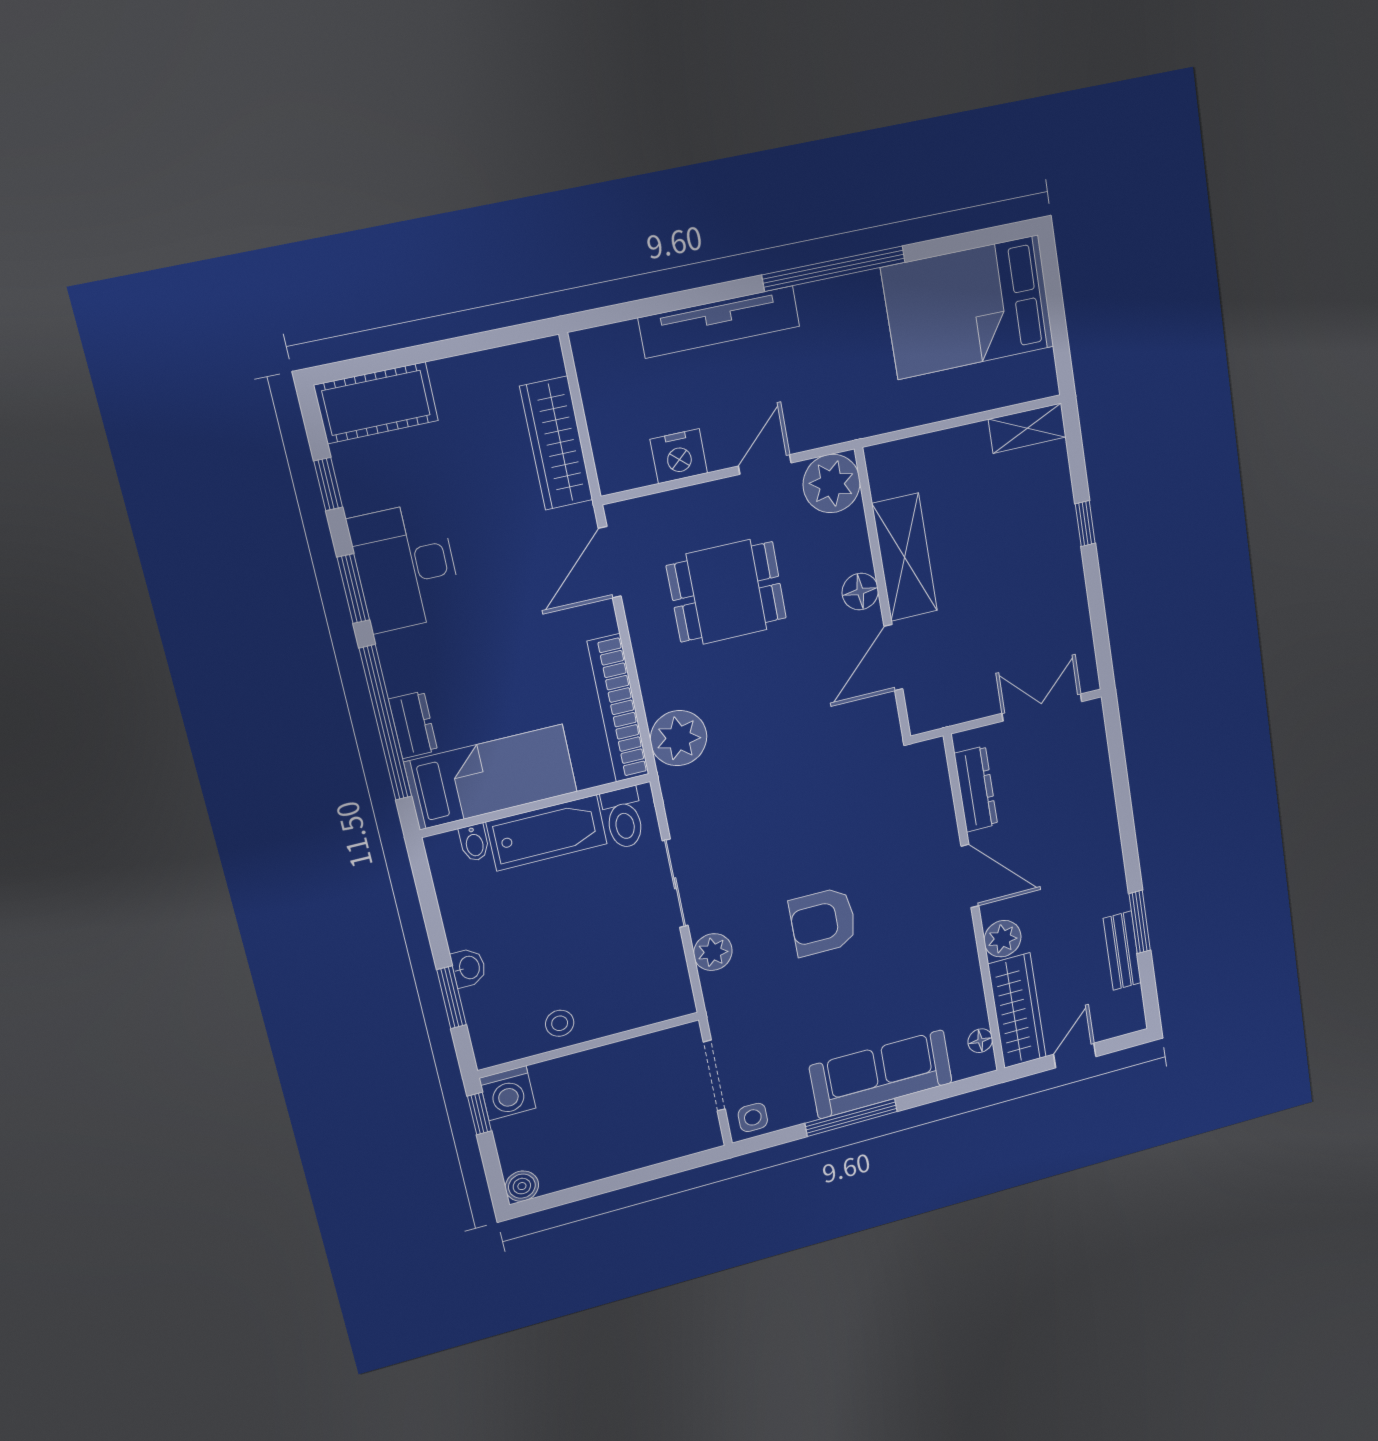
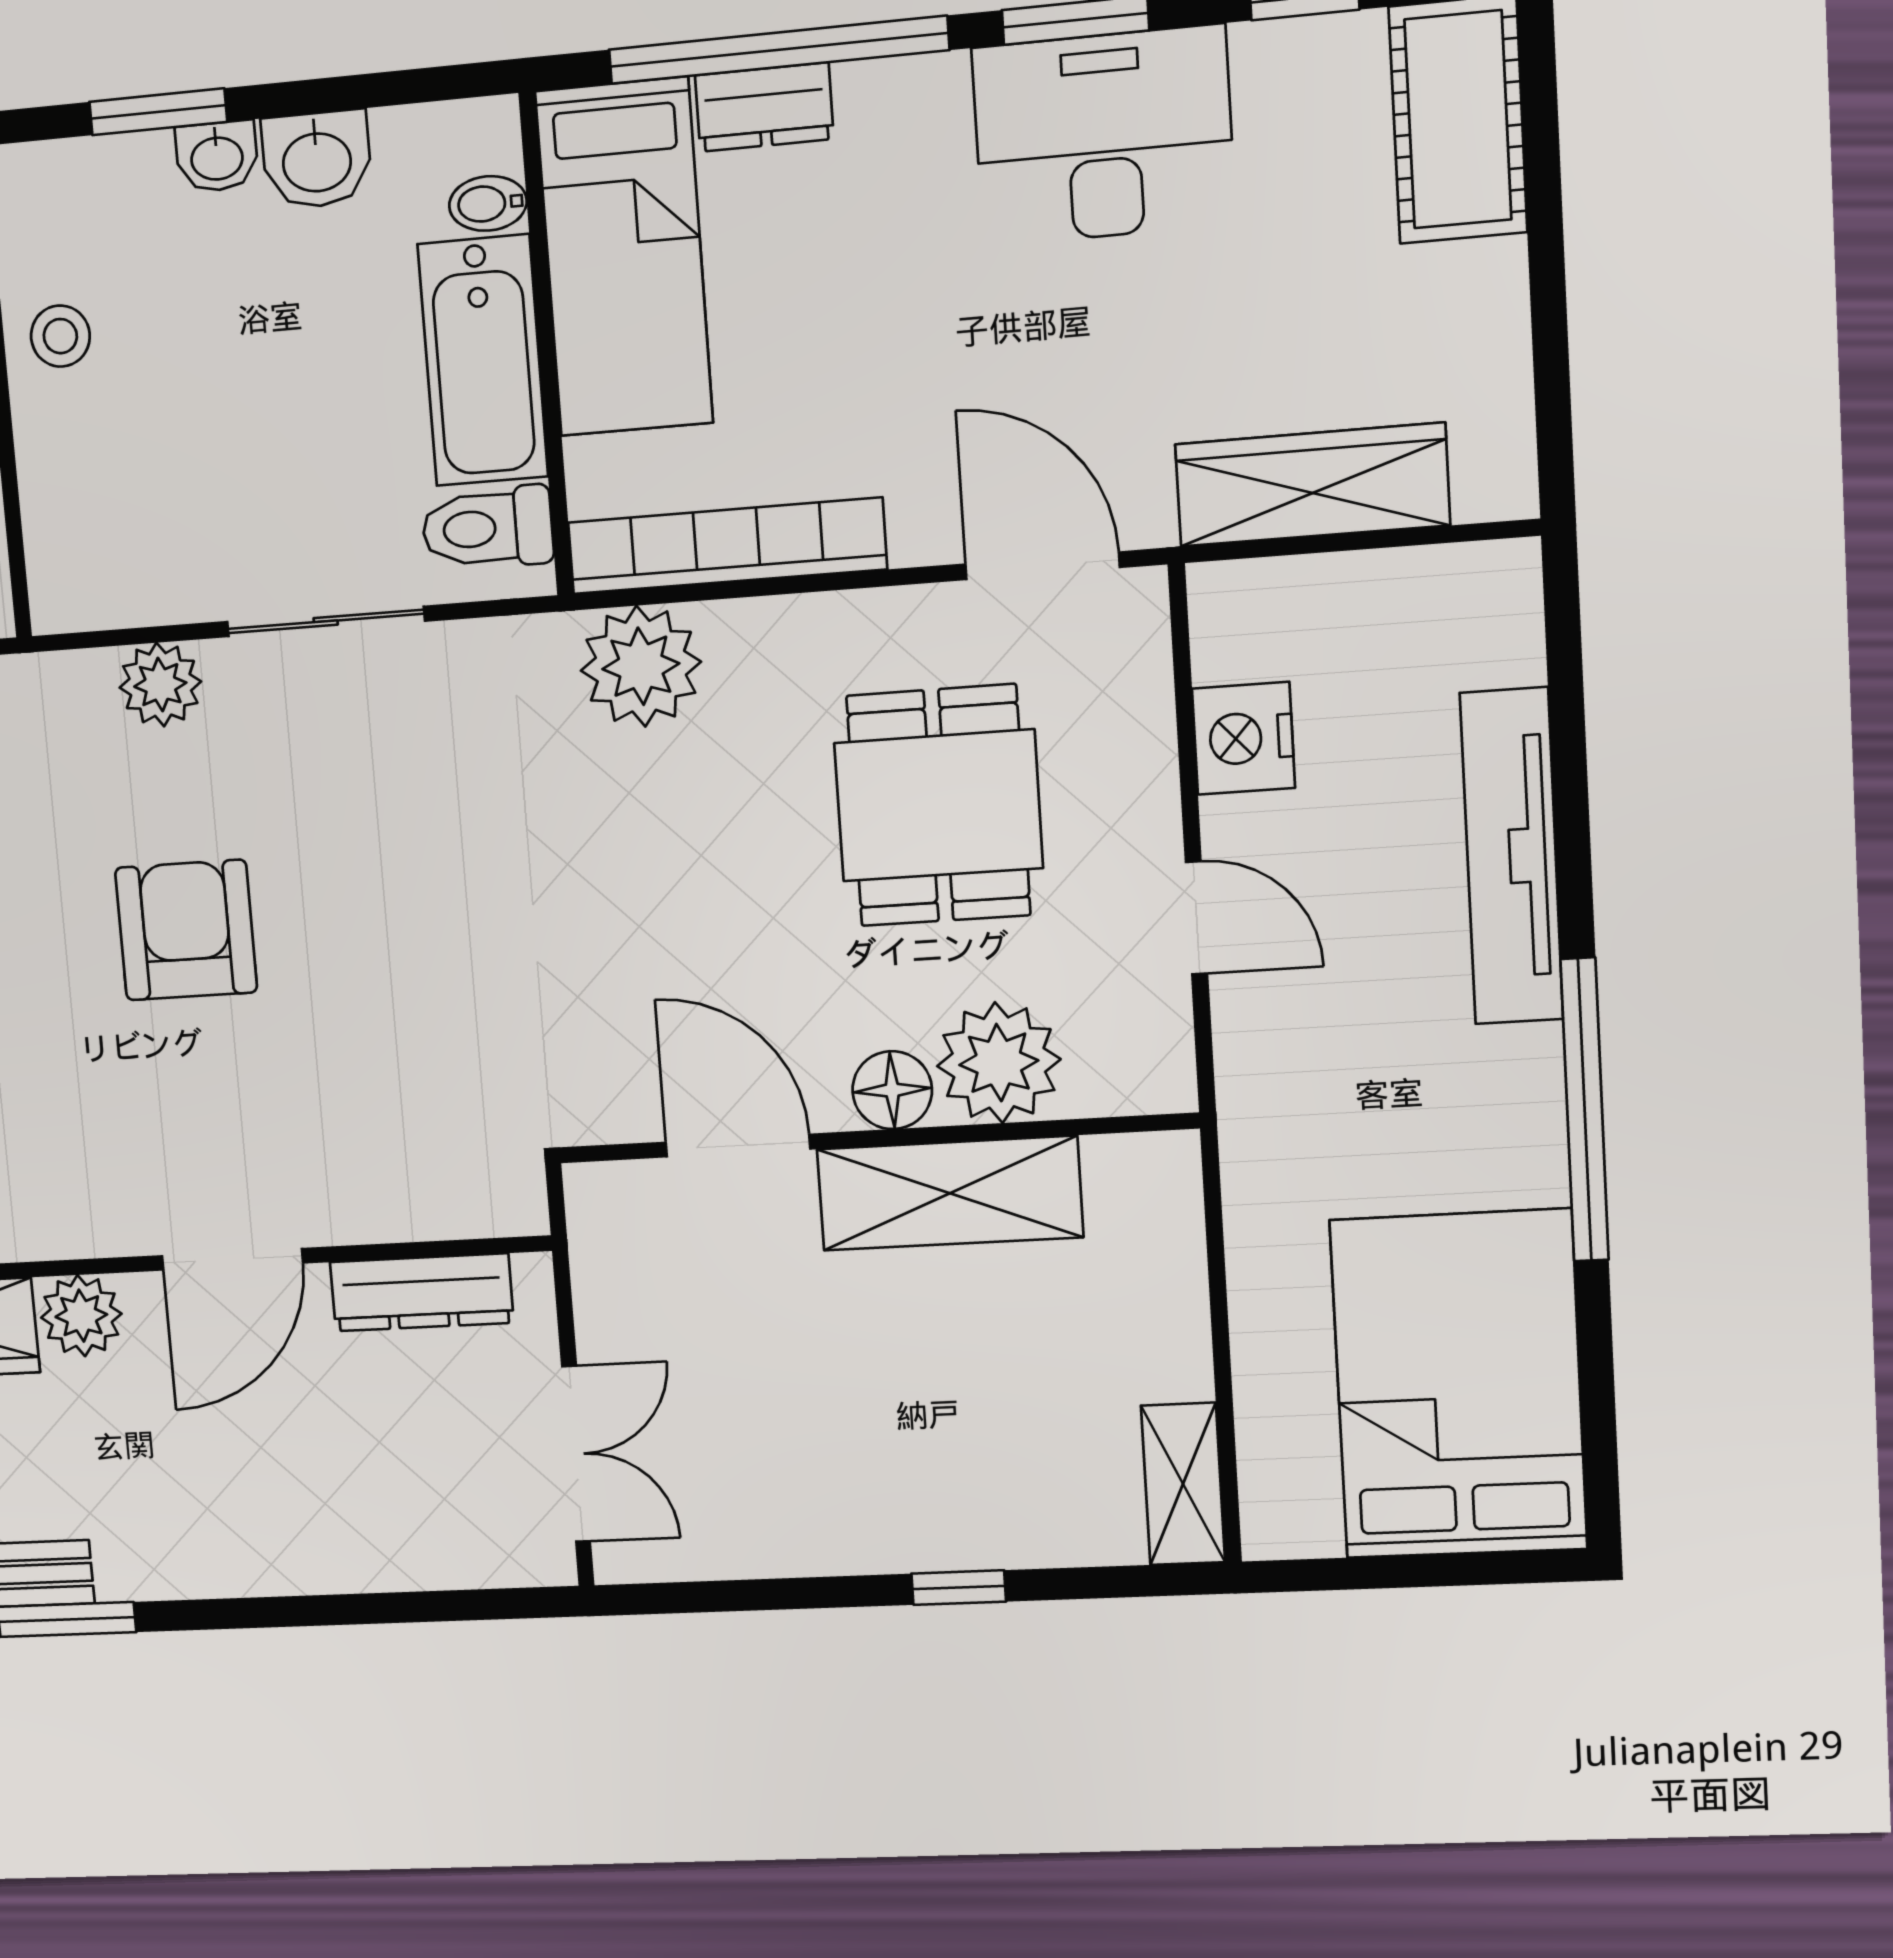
plant: (832, 483) -> (999, 1063), moved
washbasin: (464, 923) -> (317, 160), added

